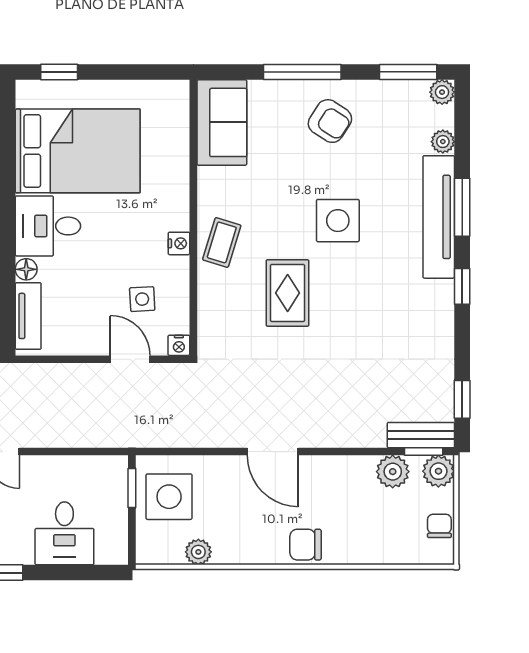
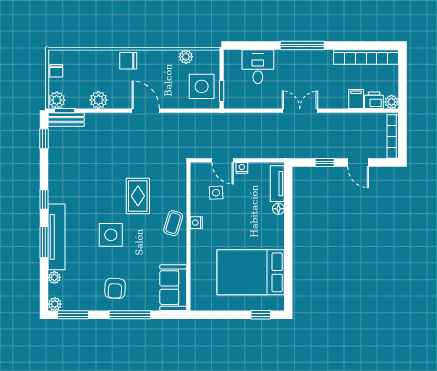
armchair: (330, 121) -> (115, 288), turned -120
desk: (48, 226) -> (267, 232), removed
nightstand: (179, 345) -> (242, 168), moved
plant: (393, 472) -> (98, 100), moved
chair: (305, 545) -> (128, 61), turned 180

